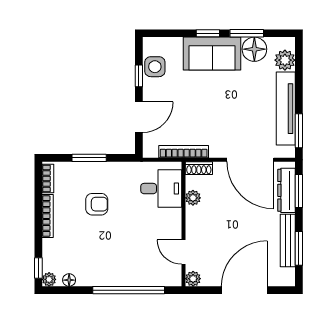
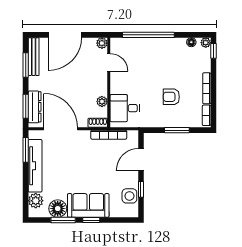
bench: (288, 241) -> (34, 57), moved

